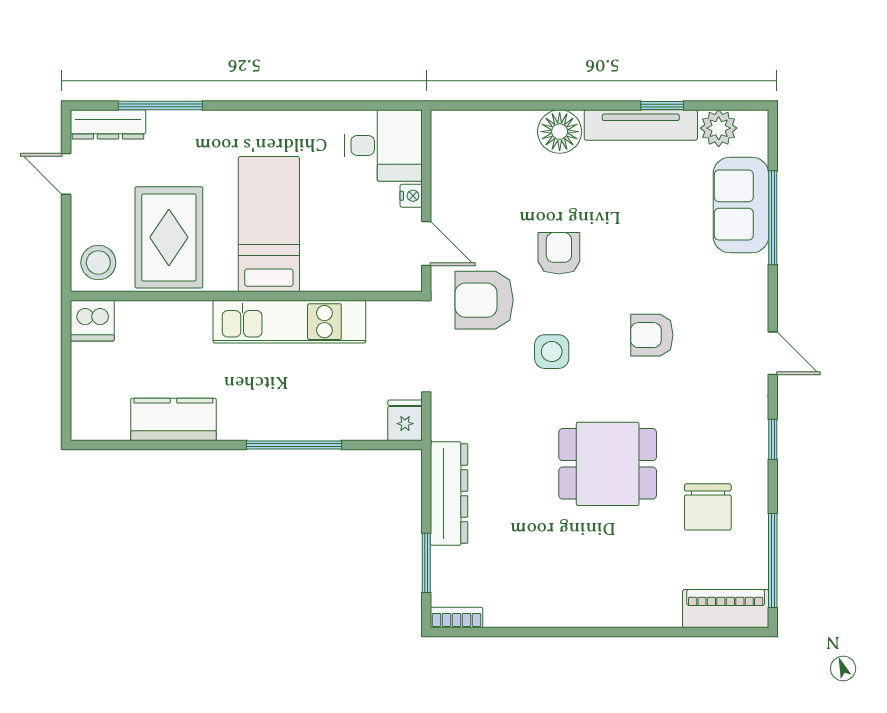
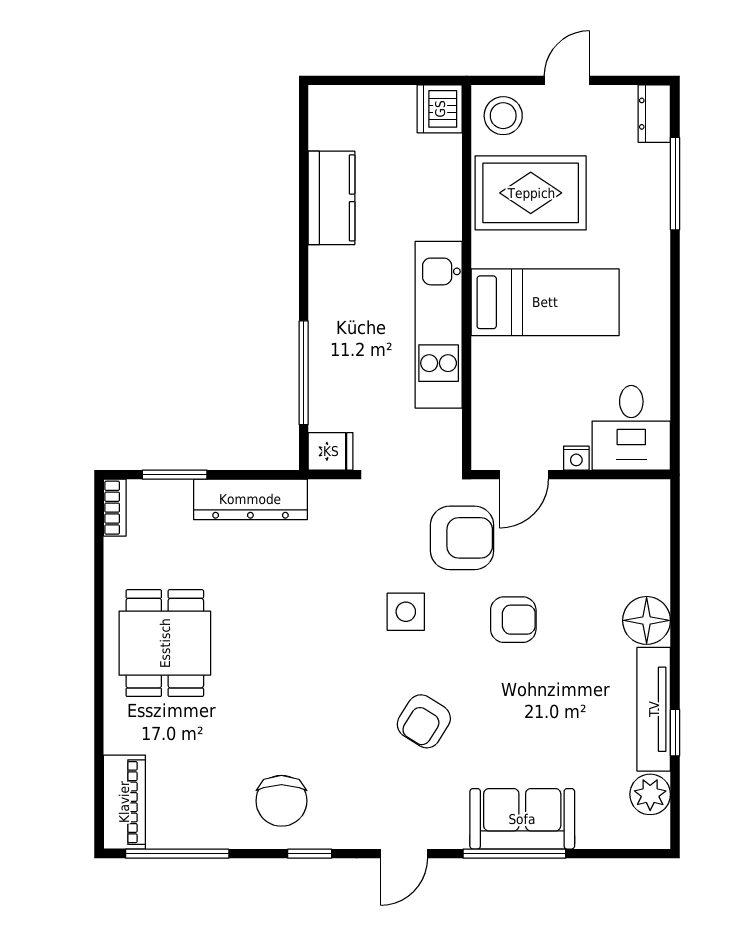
dresser: (108, 124) -> (654, 114), width x0.70
door: (66, 174) -> (567, 80), moved
sofa: (741, 205) -> (522, 819), moved
window: (773, 218) -> (514, 854), moved
armchair: (484, 300) -> (462, 538), turned 90
armchair: (652, 335) -> (424, 721), turned -148
window: (294, 445) -> (304, 373), moved
dining table: (608, 464) -> (165, 643), moved
chair: (708, 507) -> (281, 801), moved, turned -90

